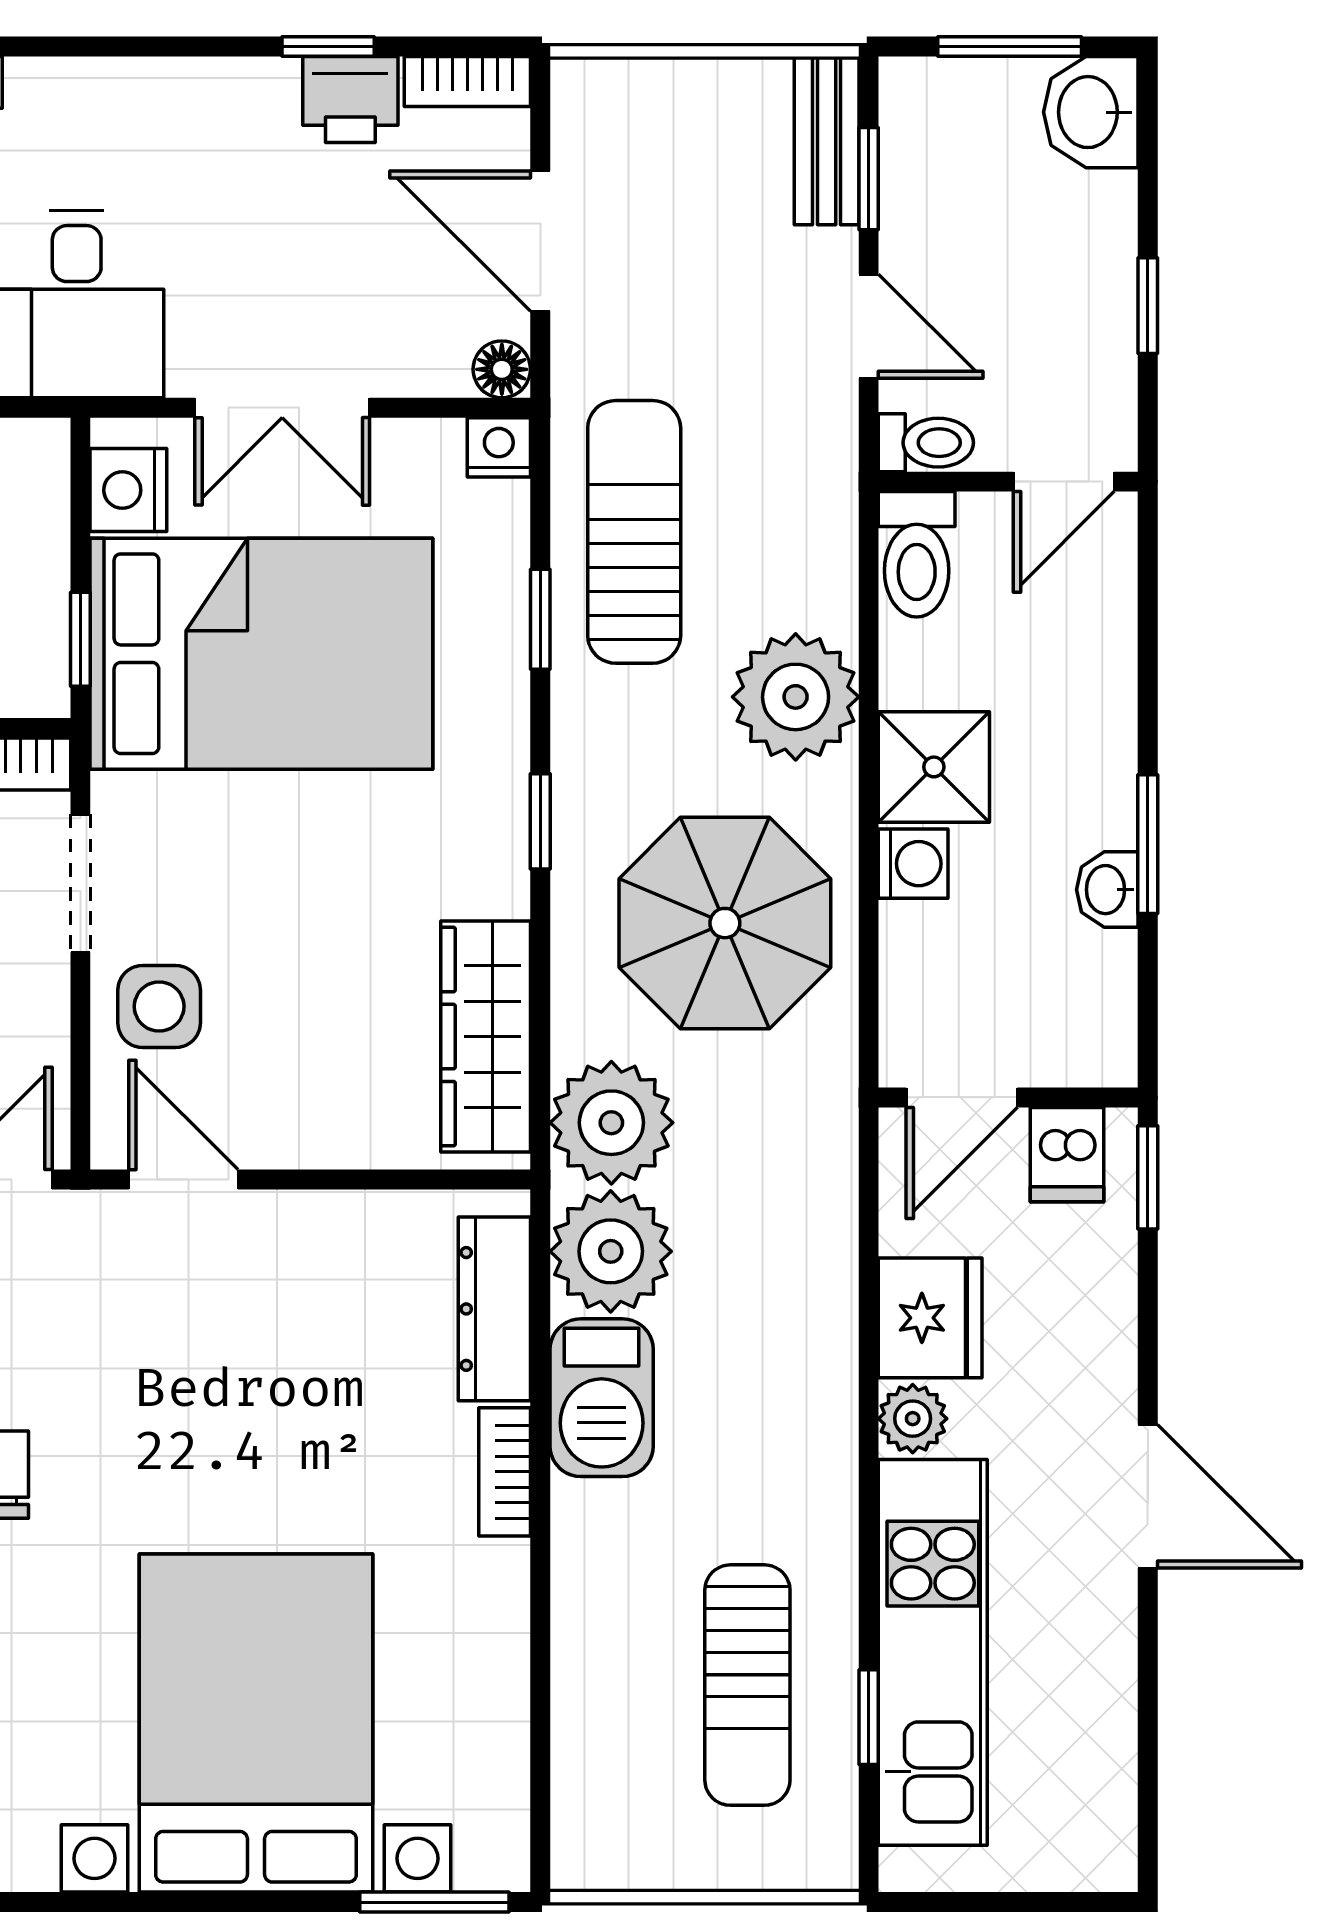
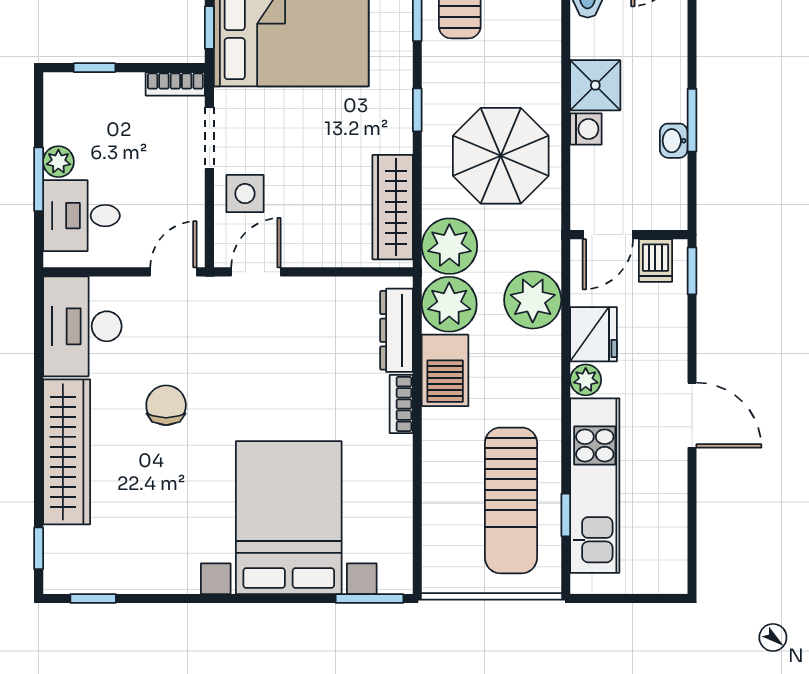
plant: (796, 697) -> (533, 300), moved
door: (183, 1180) -> (256, 272), hinge flipped
sun lounger: (747, 1685) -> (511, 500), width x1.36, depth x1.34

